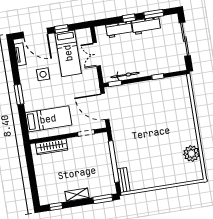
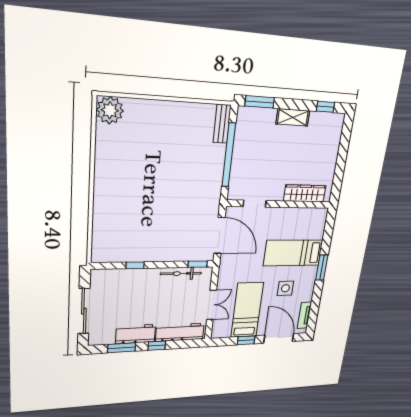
workbench: (119, 29) -> (180, 332), width x1.38
bed: (48, 119) -> (293, 253), moved
plant: (191, 153) -> (110, 110), moved

